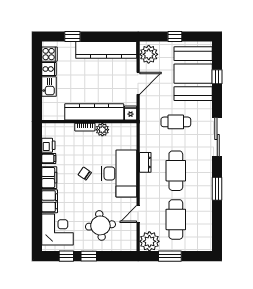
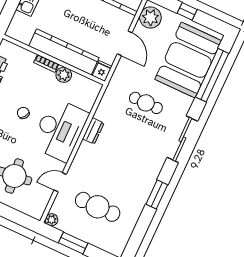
window: (217, 77) -> (212, 75), width x3.17
door: (138, 83) -> (125, 43), hinge flipped
cafe table: (176, 171) -> (122, 155), removed
cafe table: (176, 219) -> (98, 207), turned 90
plant: (149, 241) -> (52, 220), width x0.53, depth x0.53

